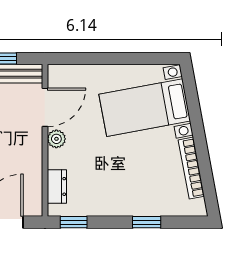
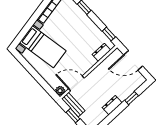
plant: (56, 139) -> (60, 91), moved

